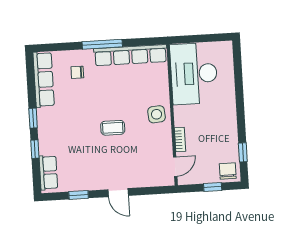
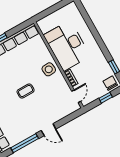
desk: (194, 74) -> (67, 46), moved
window: (79, 195) -> (25, 143), width x2.17

